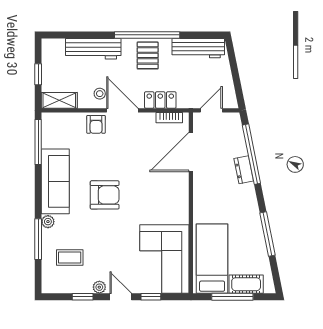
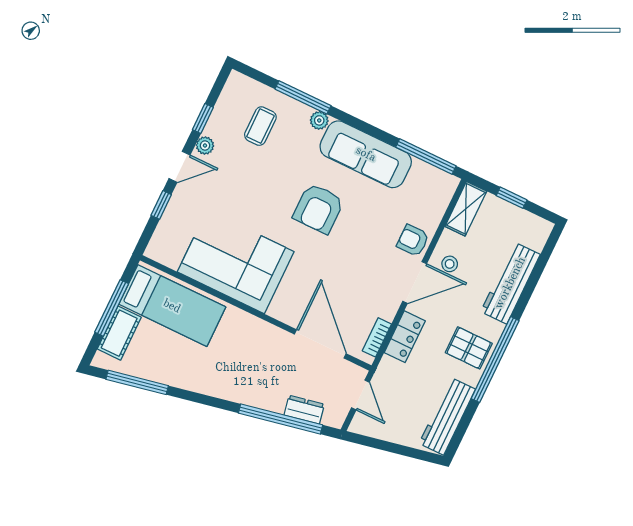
dresser: (244, 170) -> (304, 410), moved
window: (267, 234) -> (137, 382), moved
corner sofa: (164, 259) -> (236, 262), moved

